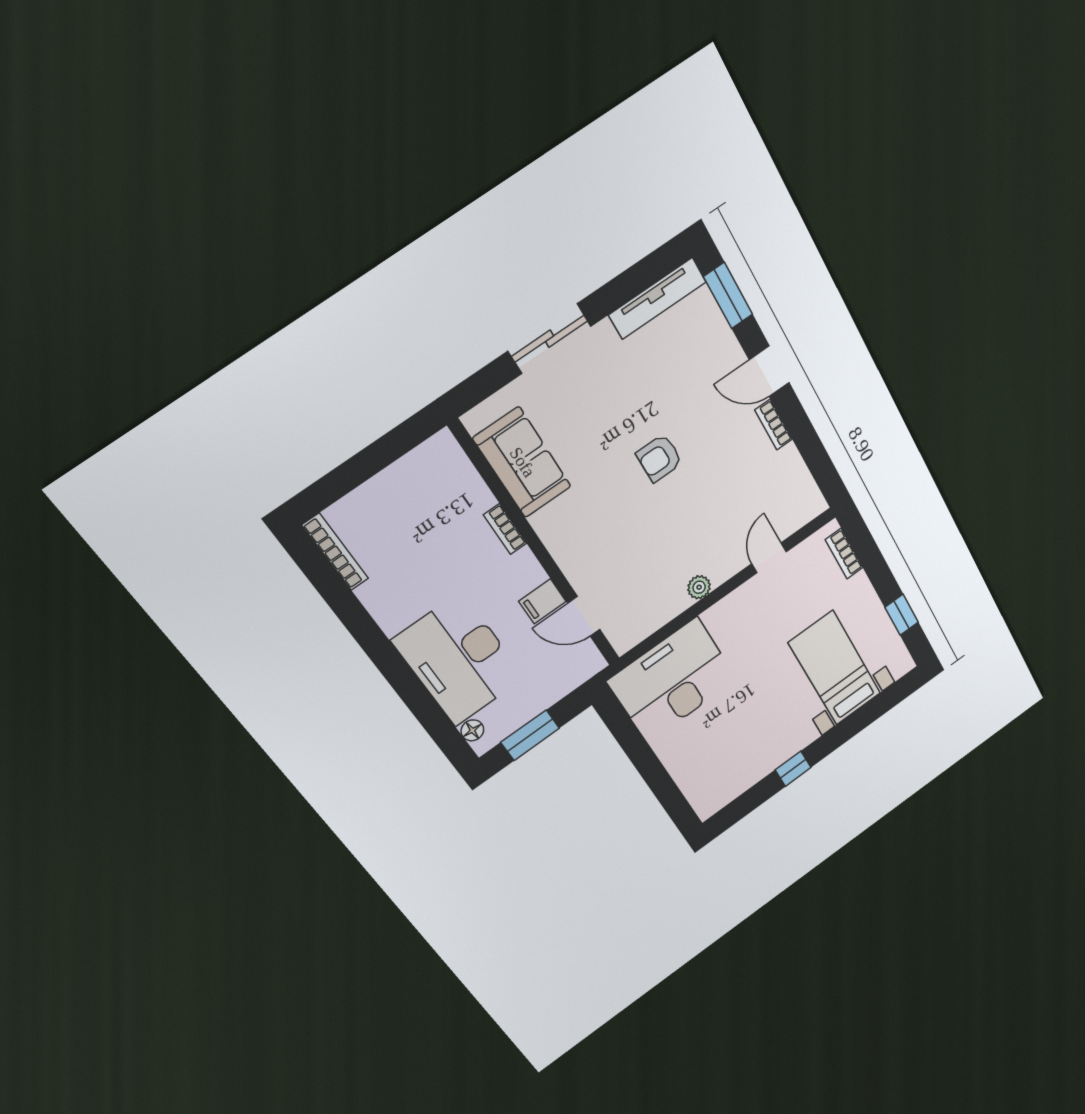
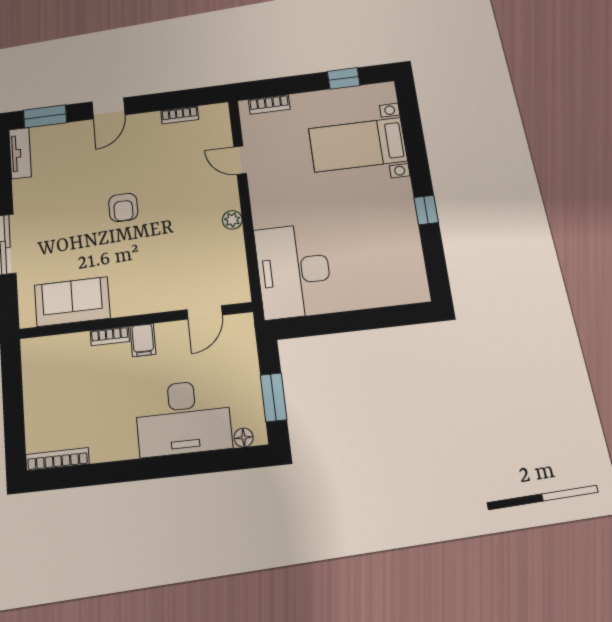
tv unit: (657, 298) -> (20, 153), width x0.71
bookcase: (774, 425) -> (180, 115), moved
filing cabinet: (542, 601) -> (143, 340), moved

